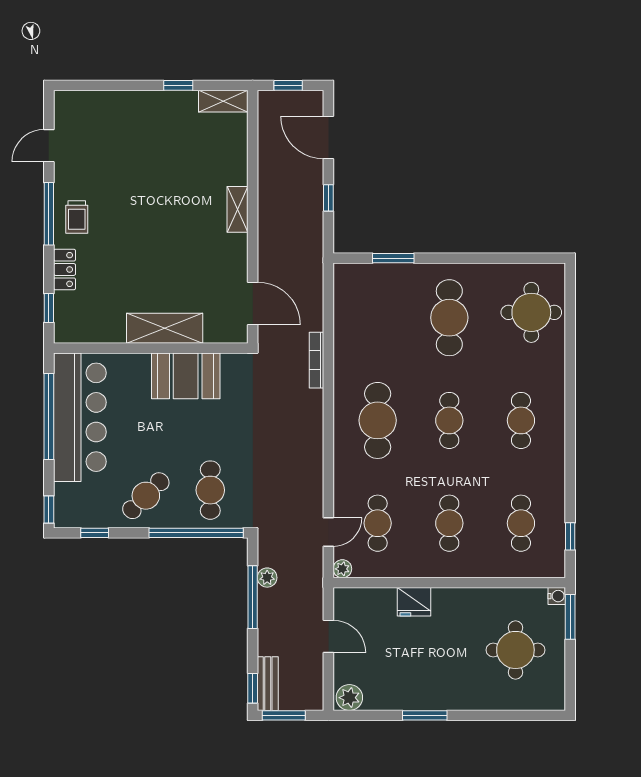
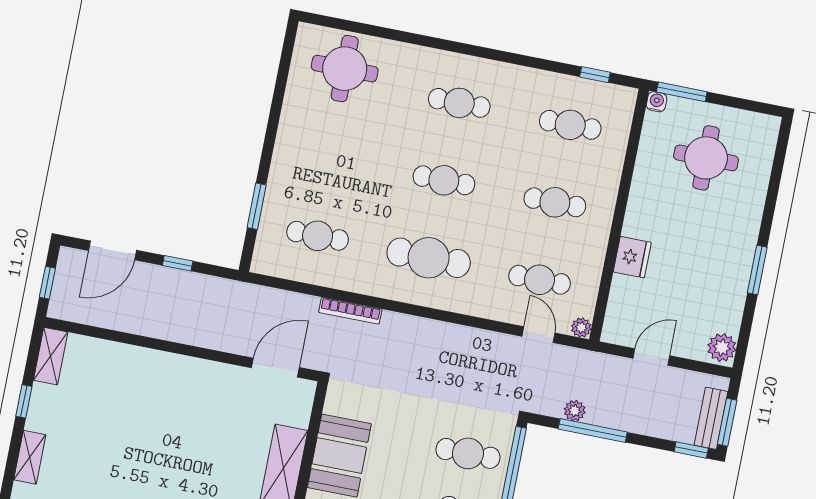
shelving: (238, 209) -> (30, 457), moved, turned 90
cafe table: (449, 318) -> (318, 236), moved, width x0.73, depth x0.74
bench: (268, 684) -> (711, 418), moved, turned 90

